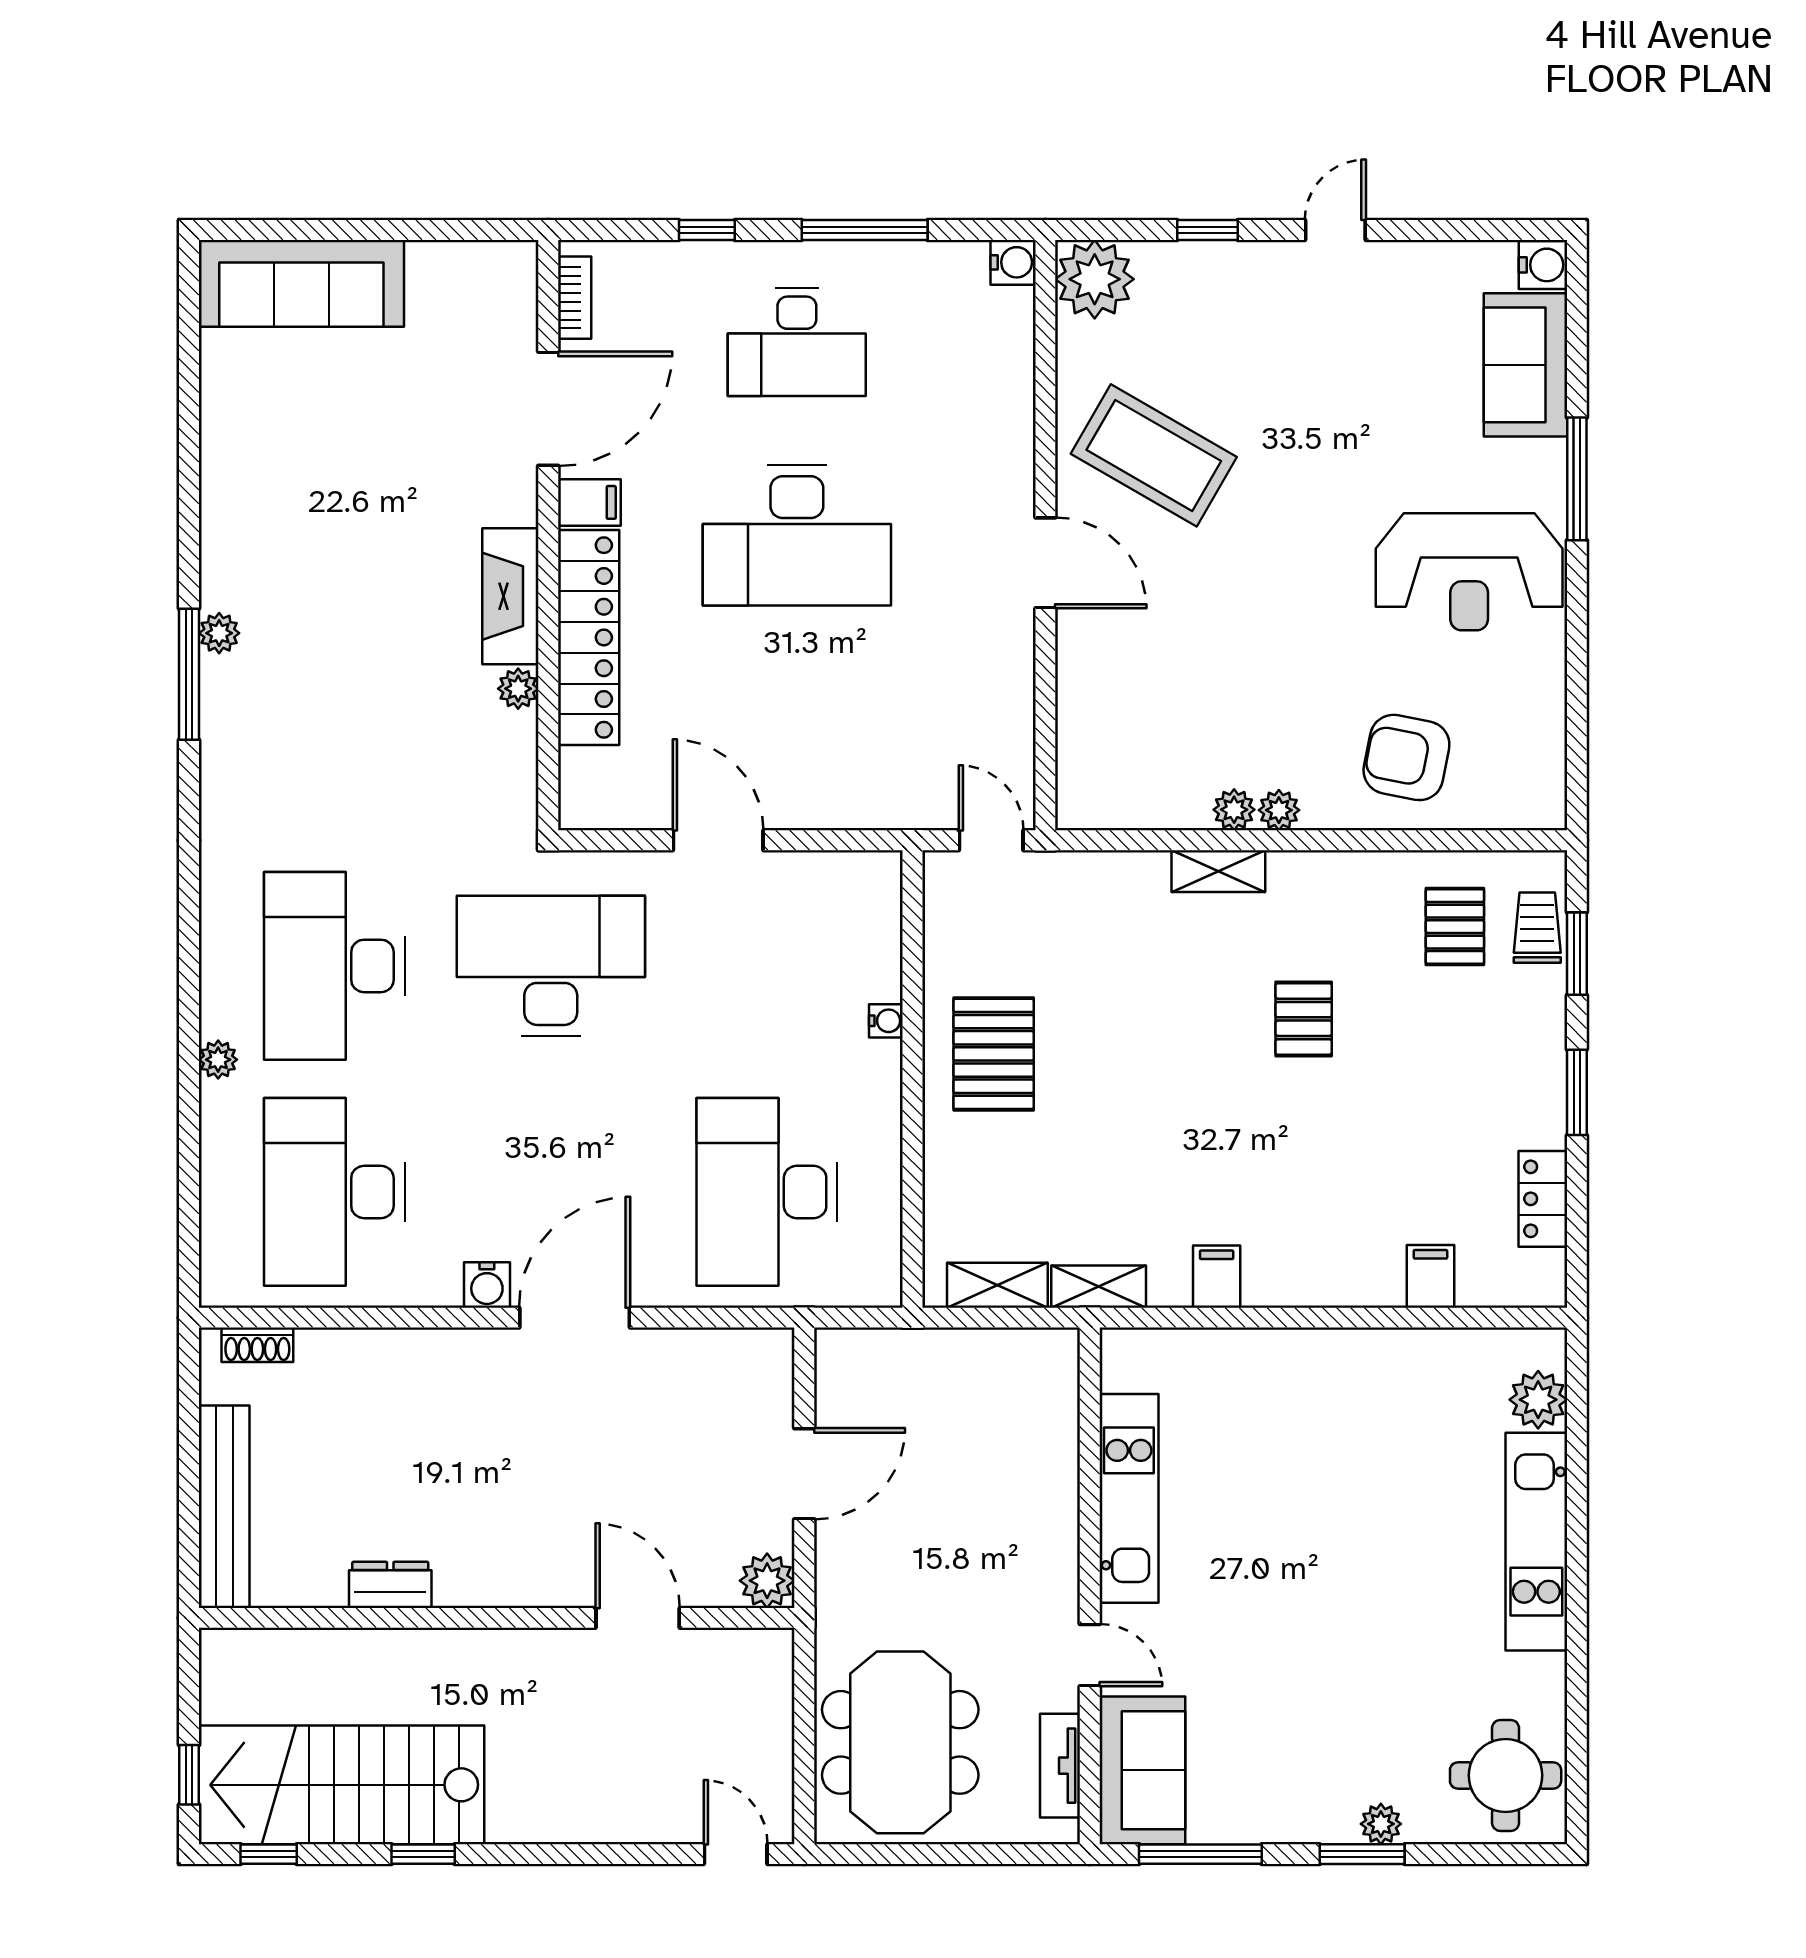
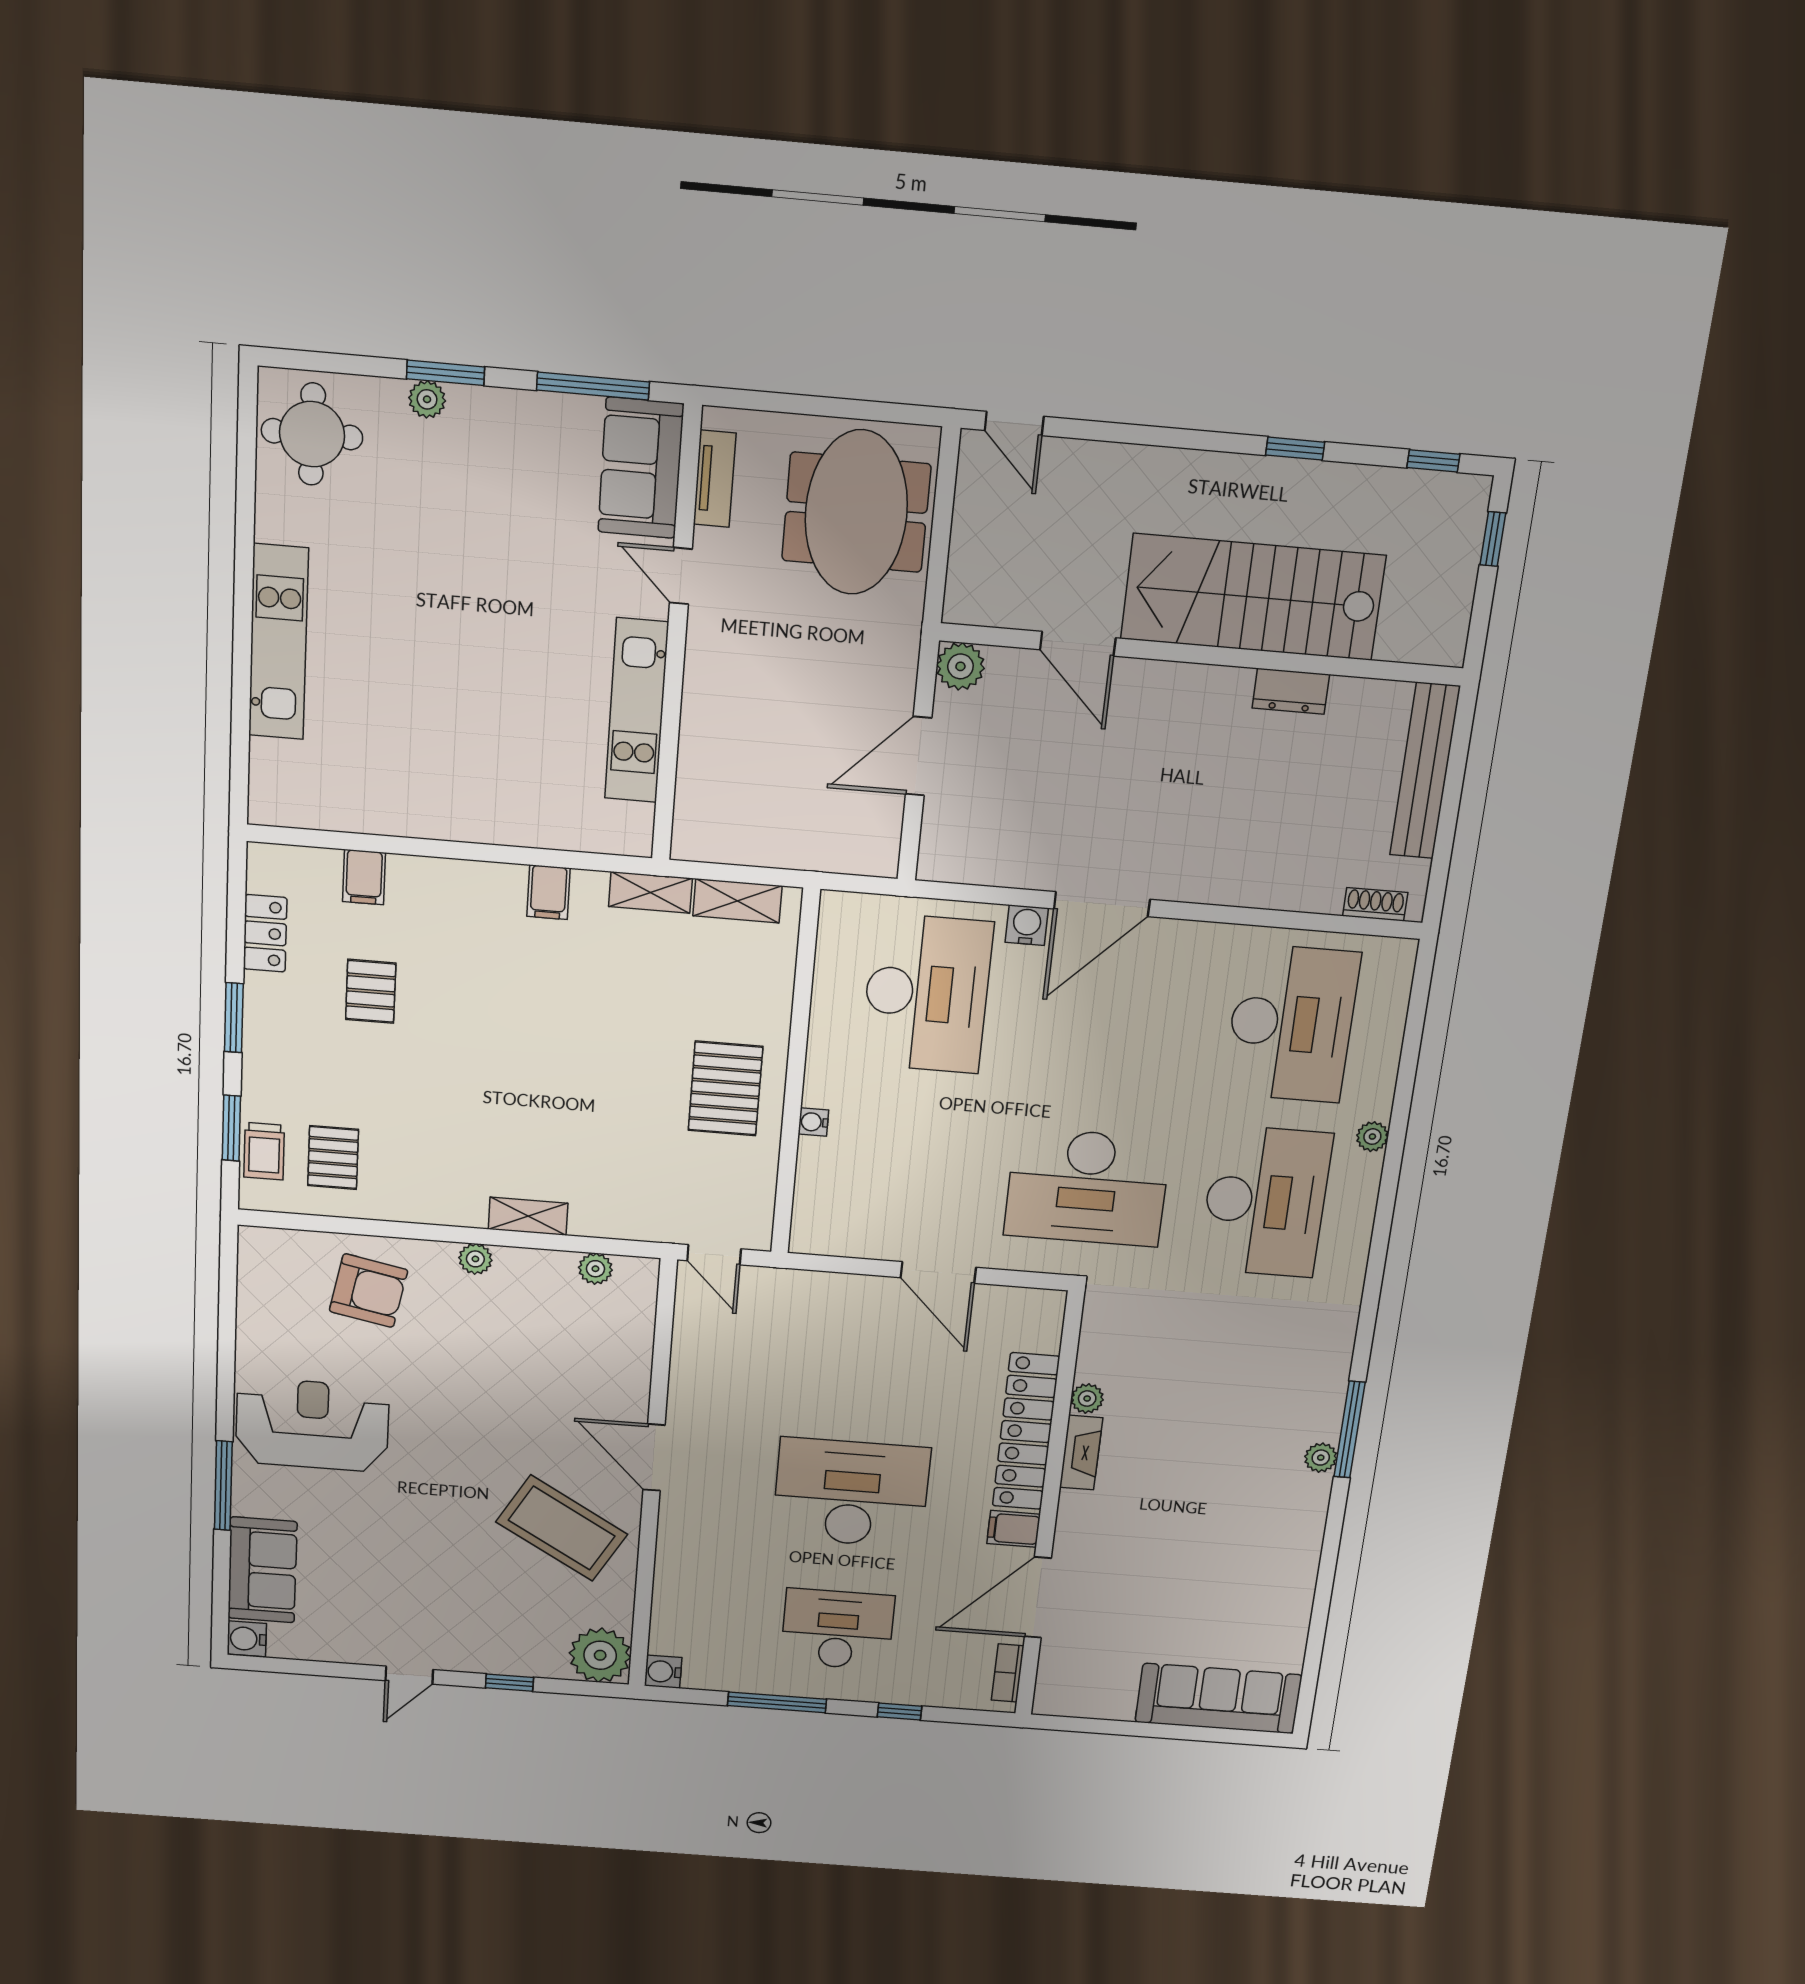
fireplace: (510, 596) -> (1081, 1453), width x0.73, depth x0.76
plant: (1234, 810) -> (595, 1269), moved
pallet: (1304, 1019) -> (371, 991), moved
water cooler: (487, 1285) -> (1027, 925), moved
plant: (1538, 1400) -> (274, 765), removed
stairs: (341, 1785) -> (1253, 597), moved, turned 180

